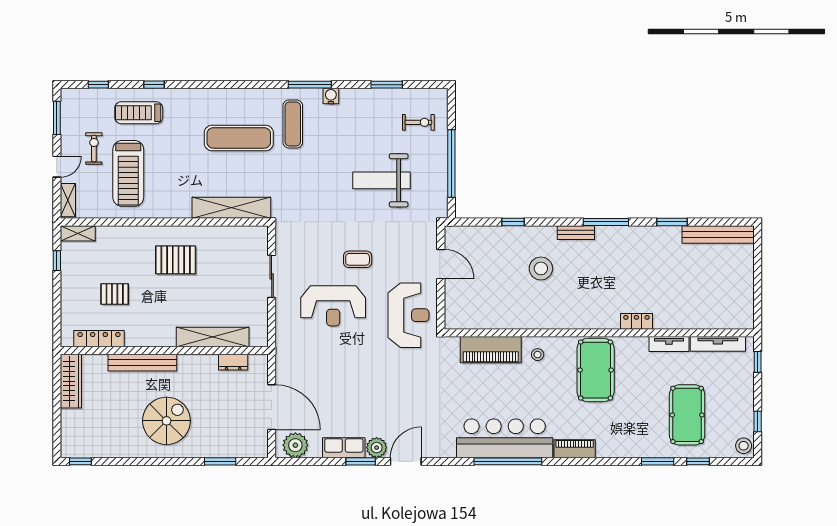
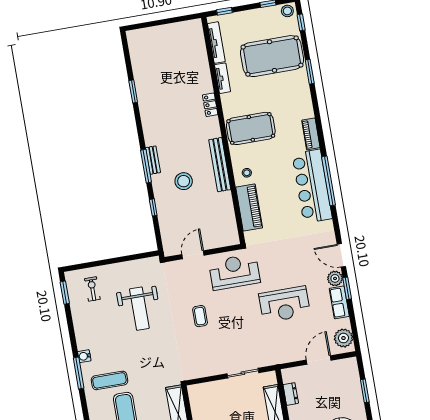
window: (387, 85) -> (65, 293), moved
window: (451, 163) -> (118, 260), removed
window: (606, 222) -> (146, 166), moved
bench: (718, 234) -> (220, 165), moved
sliding door: (272, 276) -> (243, 373), moved
reception desk: (333, 306) -> (285, 304), moved, turned 90
door: (272, 407) -> (319, 360), width x0.73
pool table: (687, 415) -> (272, 56), width x1.36, depth x1.32
window: (698, 461) -> (301, 22), moved

